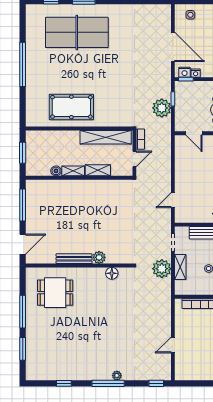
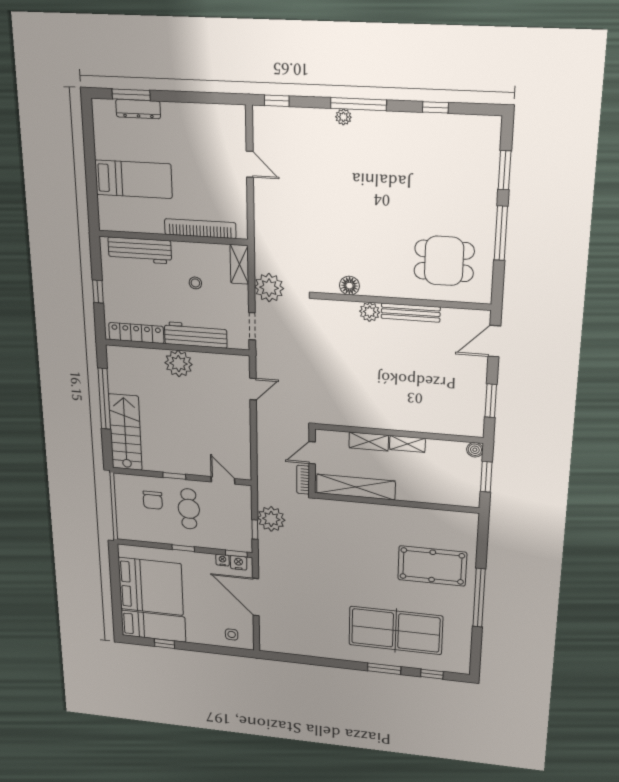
pool table: (71, 107) -> (432, 566), moved
boiler: (56, 171) -> (475, 450), moved
window: (23, 205) -> (491, 401), width x0.69
shelving: (180, 267) -> (239, 264), moved
door: (173, 345) -> (250, 164), hinge flipped

